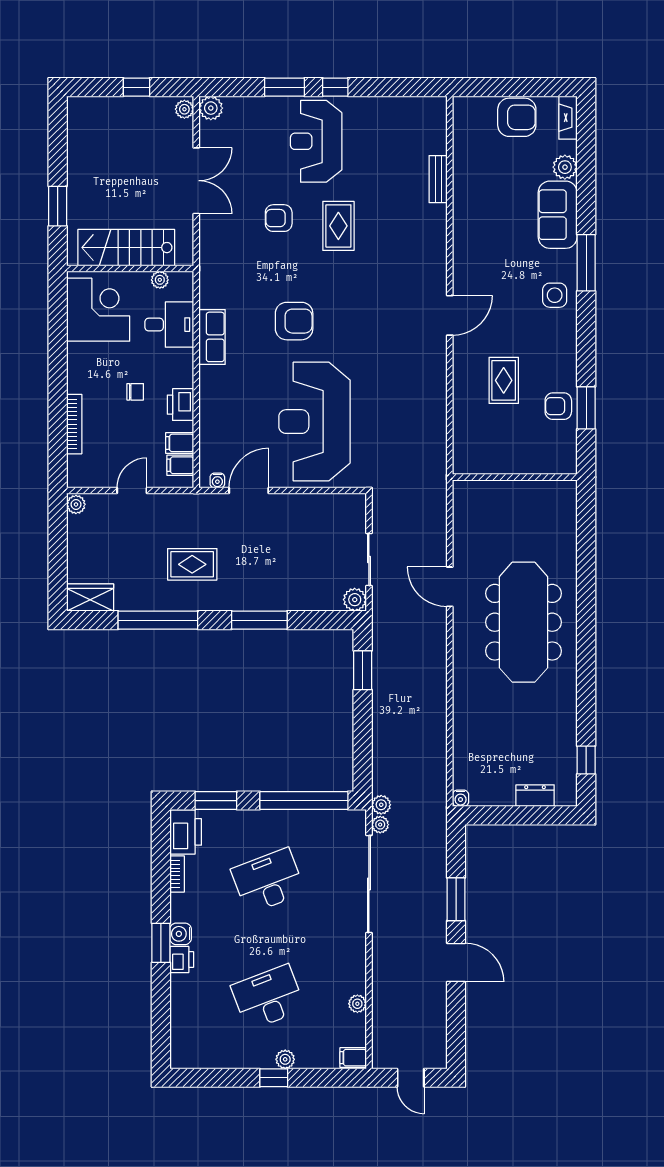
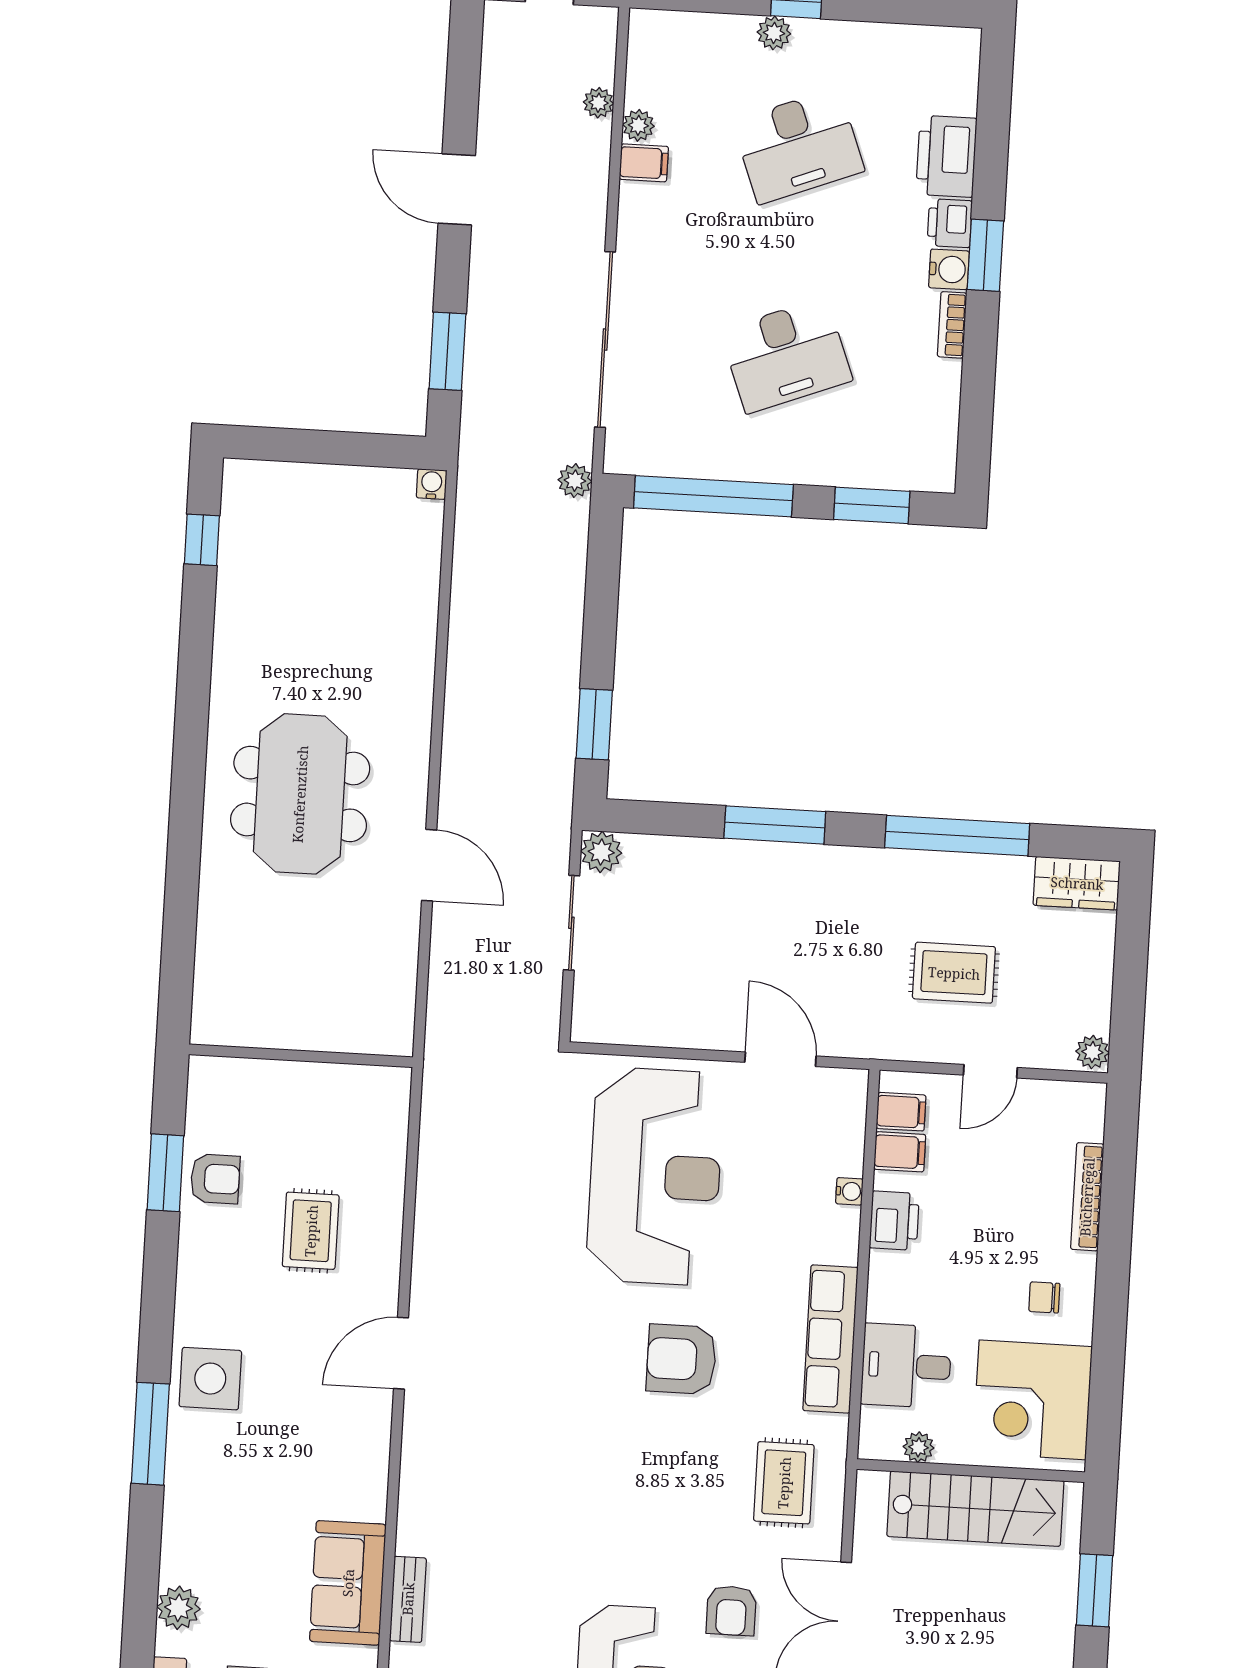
sofa: (558, 215) -> (348, 1583), moved, turned 180
armchair: (279, 218) -> (731, 1611), moved, turned 90
rug: (338, 226) -> (784, 1483), moved
side table: (555, 295) -> (210, 1379), width x1.37, depth x1.37
row of seats: (212, 337) -> (830, 1339), width x1.48
chair: (135, 392) -> (1044, 1297), moved
water cooler: (217, 481) -> (849, 1191), moved, turned 90
door: (249, 491) -> (780, 1059), swing flipped
rug: (192, 564) -> (954, 973), moved
meeting table: (523, 622) -> (300, 794), width x0.73
dresser: (535, 796) -> (297, 481), removed
plant: (380, 825) -> (598, 103), moved
printer: (186, 832) -> (946, 156), moved
bookcase: (177, 874) -> (952, 325), moved
window: (456, 899) -> (447, 351), moved
filing cabinet: (353, 1058) -> (644, 163), moved

